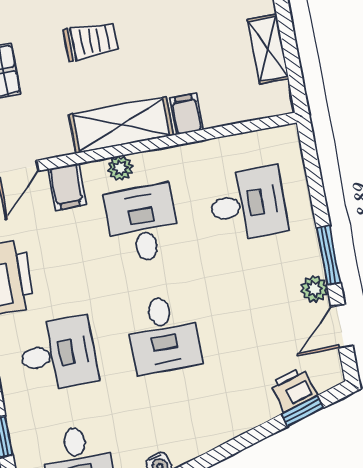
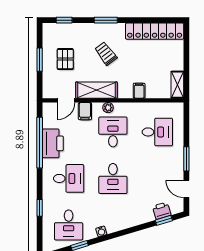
trolley: (91, 41) -> (106, 54), turned -127
shelving: (268, 49) -> (177, 85), moved
shelving: (121, 125) -> (96, 90), moved
plant: (314, 289) -> (178, 172), removed
door: (342, 326) -> (186, 189), hinge flipped

